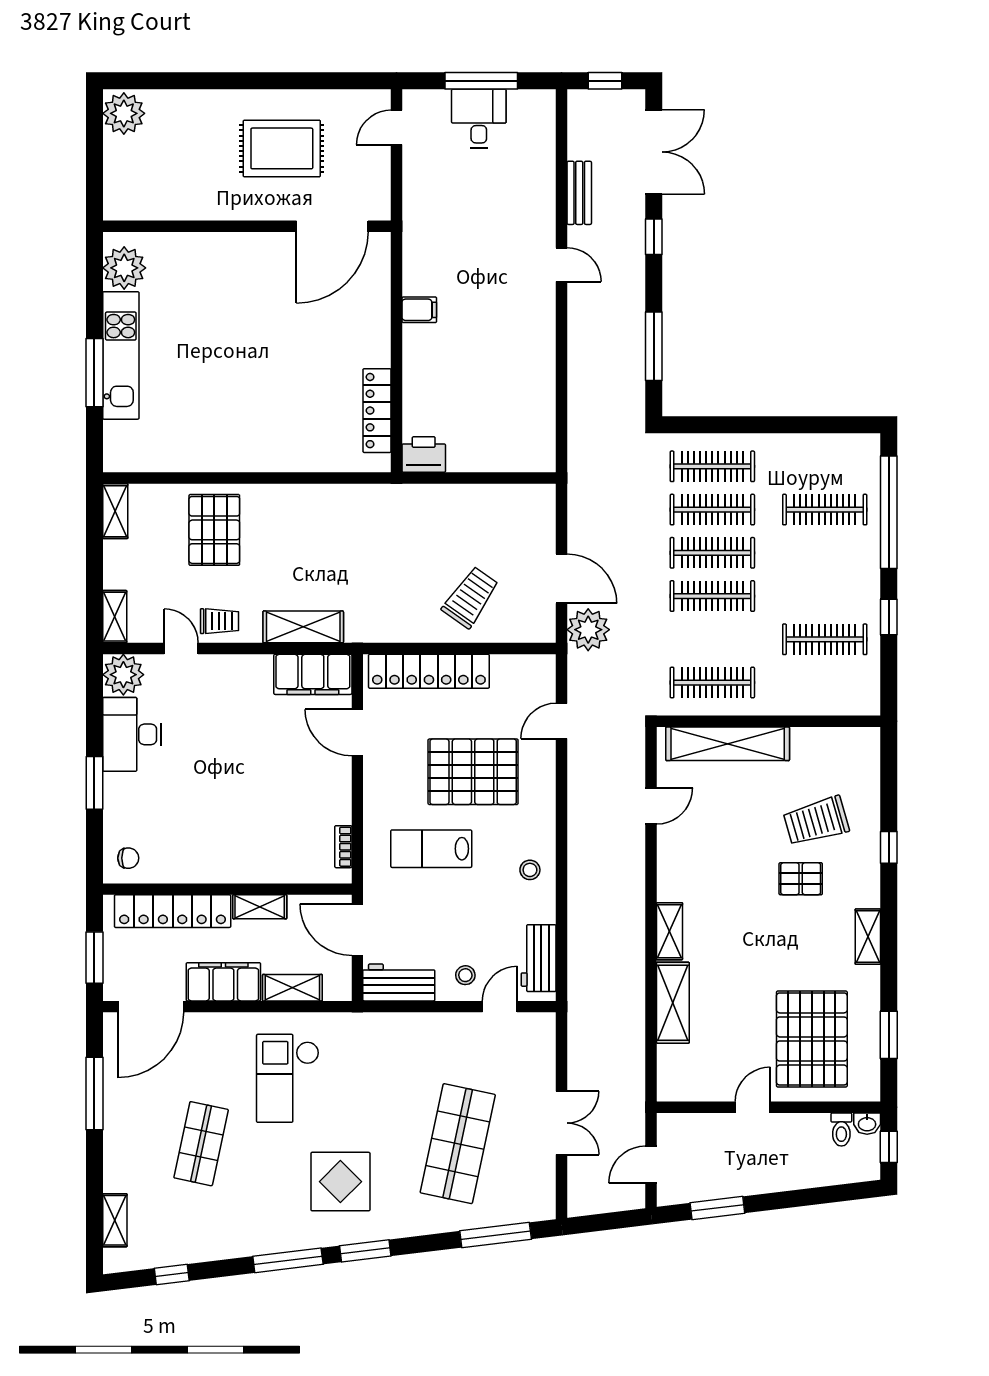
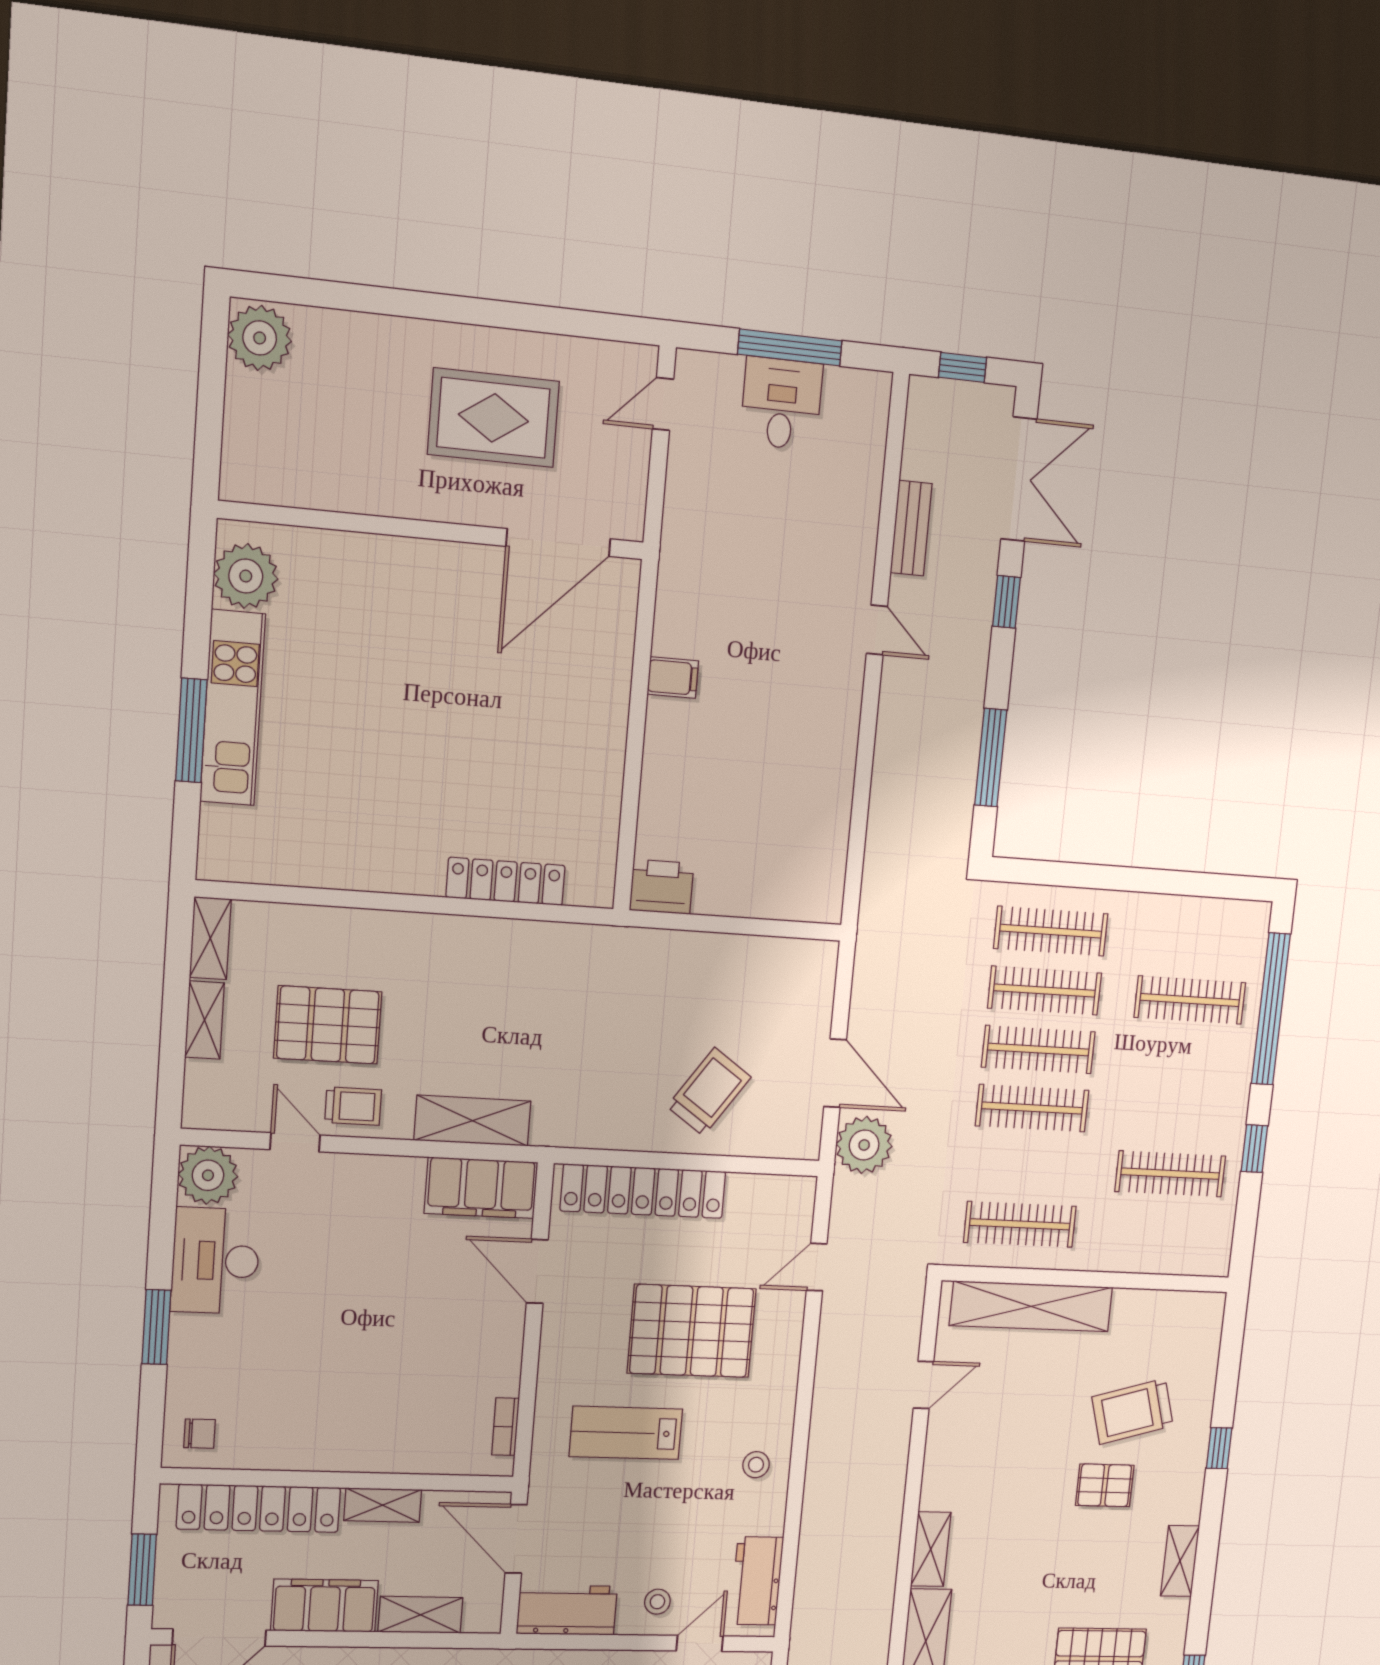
locker: (377, 411) -> (506, 881), moved, turned 90
pallet: (214, 530) -> (328, 1025), moved, turned 90
shelving: (115, 617) -> (205, 1020), moved

